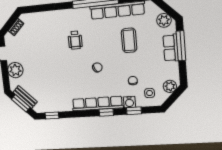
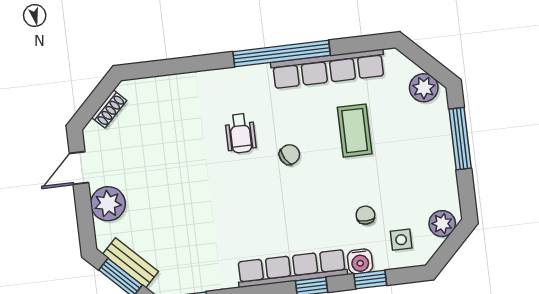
row of seats: (171, 48) -> (440, 143), removed
chair: (97, 67) -> (290, 155), moved

